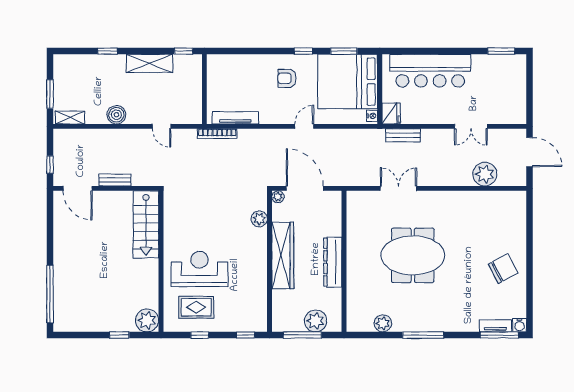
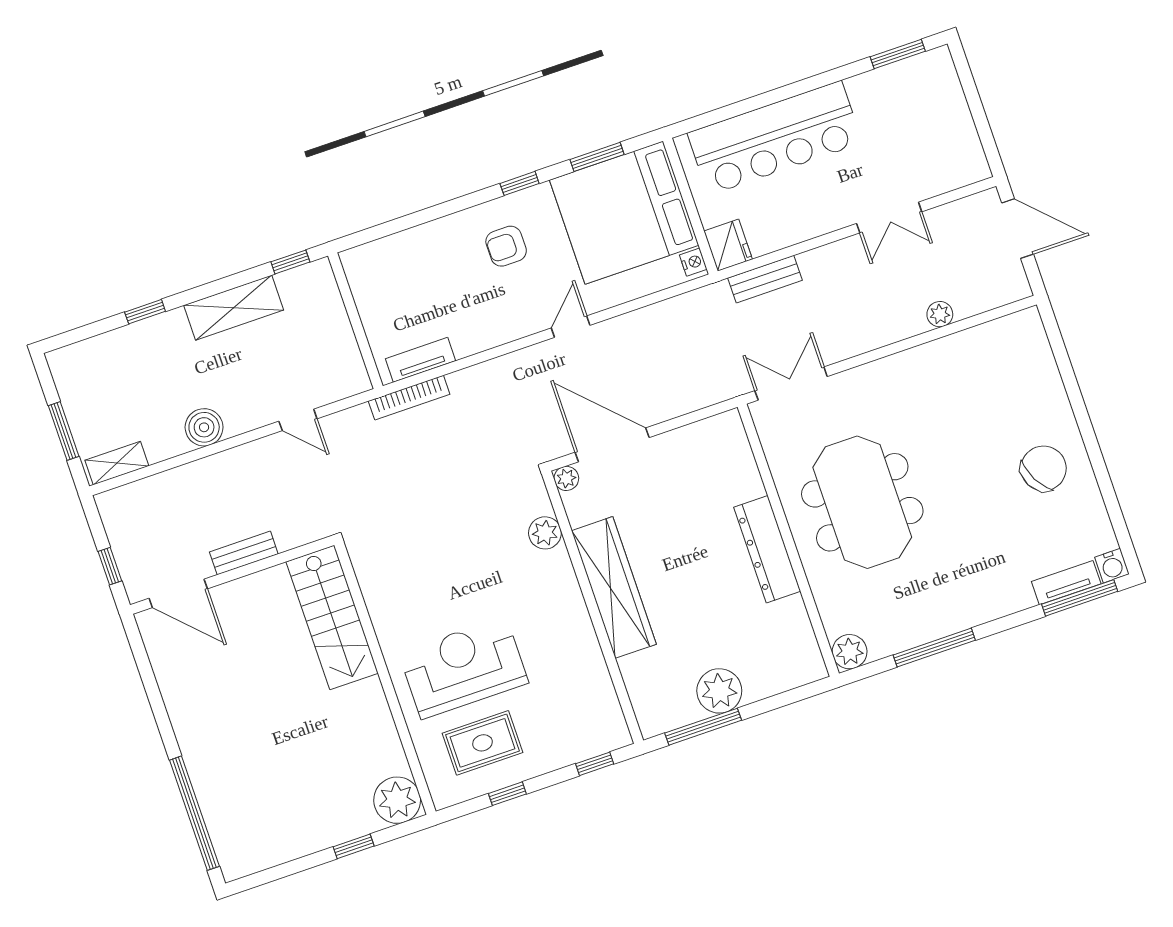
tv unit: (235, 118) -> (421, 360), width x0.71
plant: (485, 174) -> (940, 314), width x0.53, depth x0.53
meeting table: (413, 255) -> (862, 502), turned 90
wall: (344, 261) -> (788, 540), moved
dresser: (333, 262) -> (767, 549), moved

